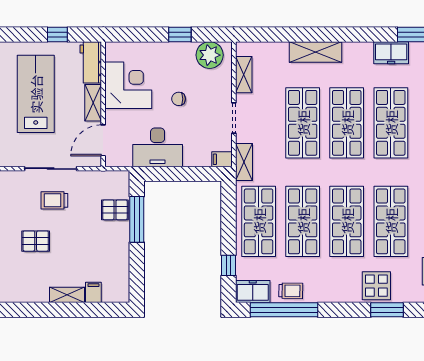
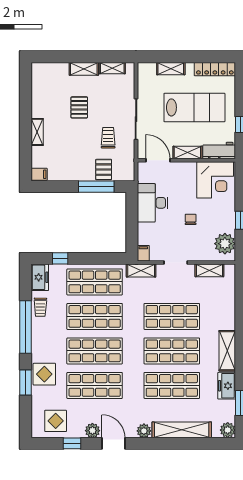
shelving: (316, 52) -> (227, 351), moved
corner desk: (128, 85) -> (215, 180), moved
trolley: (54, 200) -> (108, 138), moved
filing cabinet: (93, 292) -> (39, 174), moved
window: (284, 310) -> (25, 327), moved

